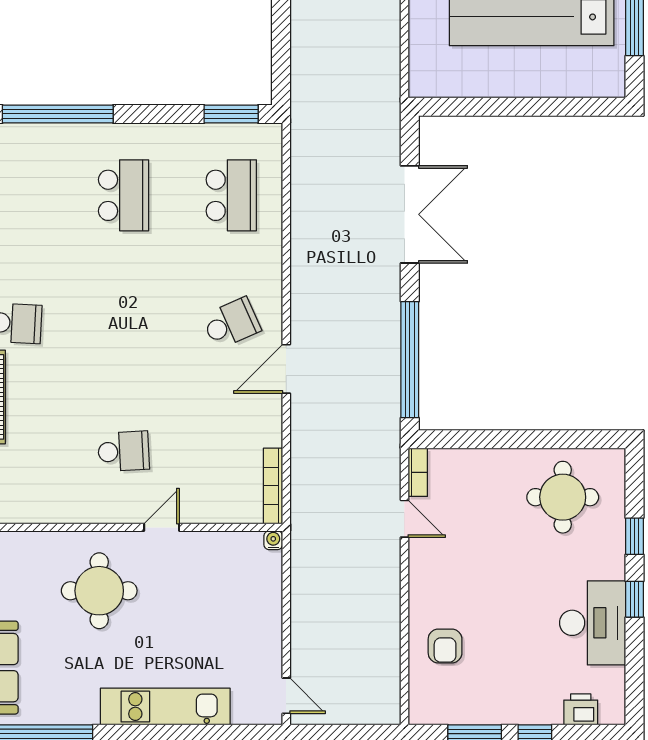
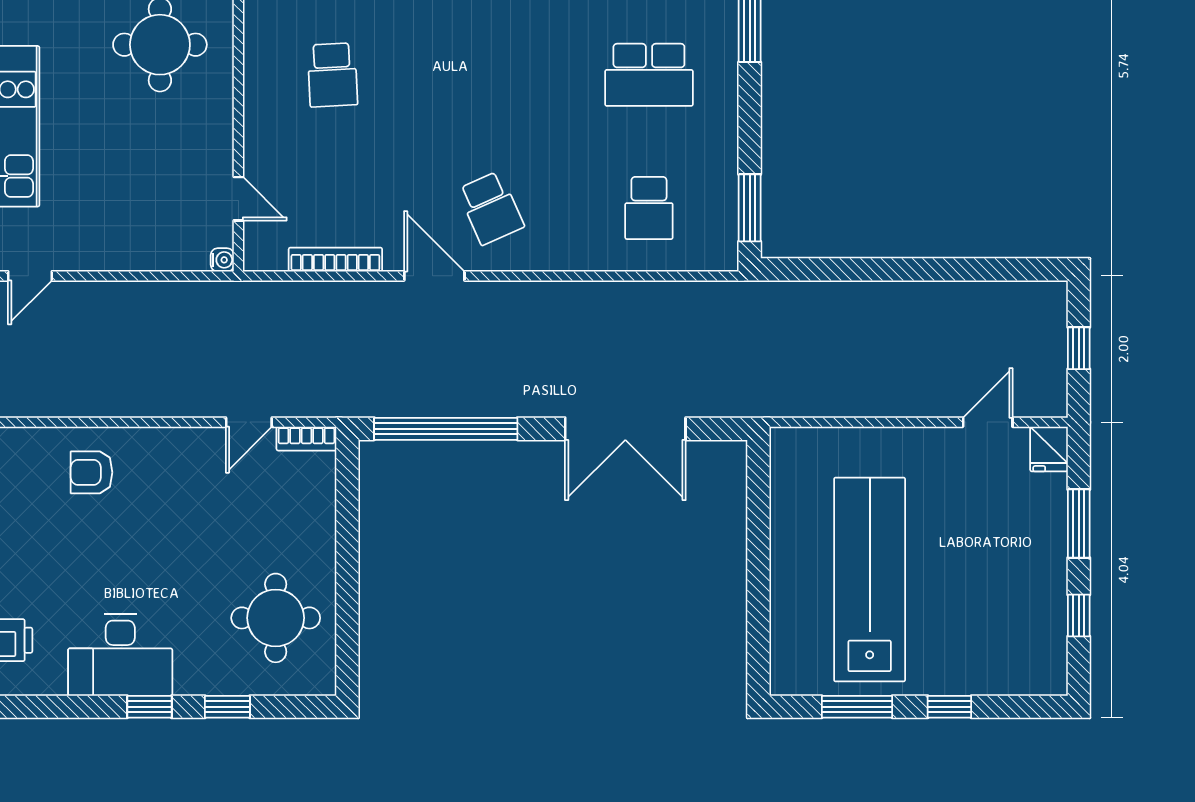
school desk: (231, 195) -> (649, 208), width x0.54
bookcase: (273, 486) -> (335, 260), moved
door: (162, 527) -> (238, 199), moved

